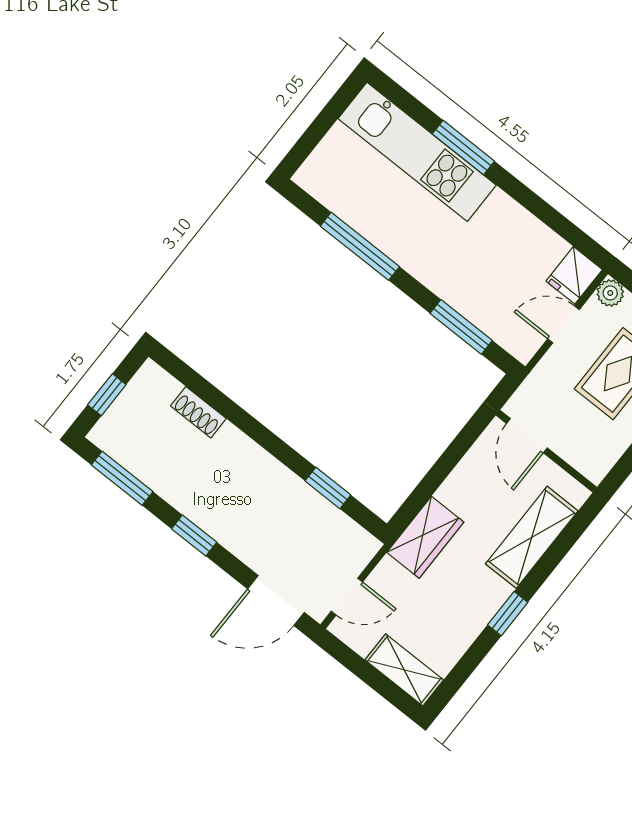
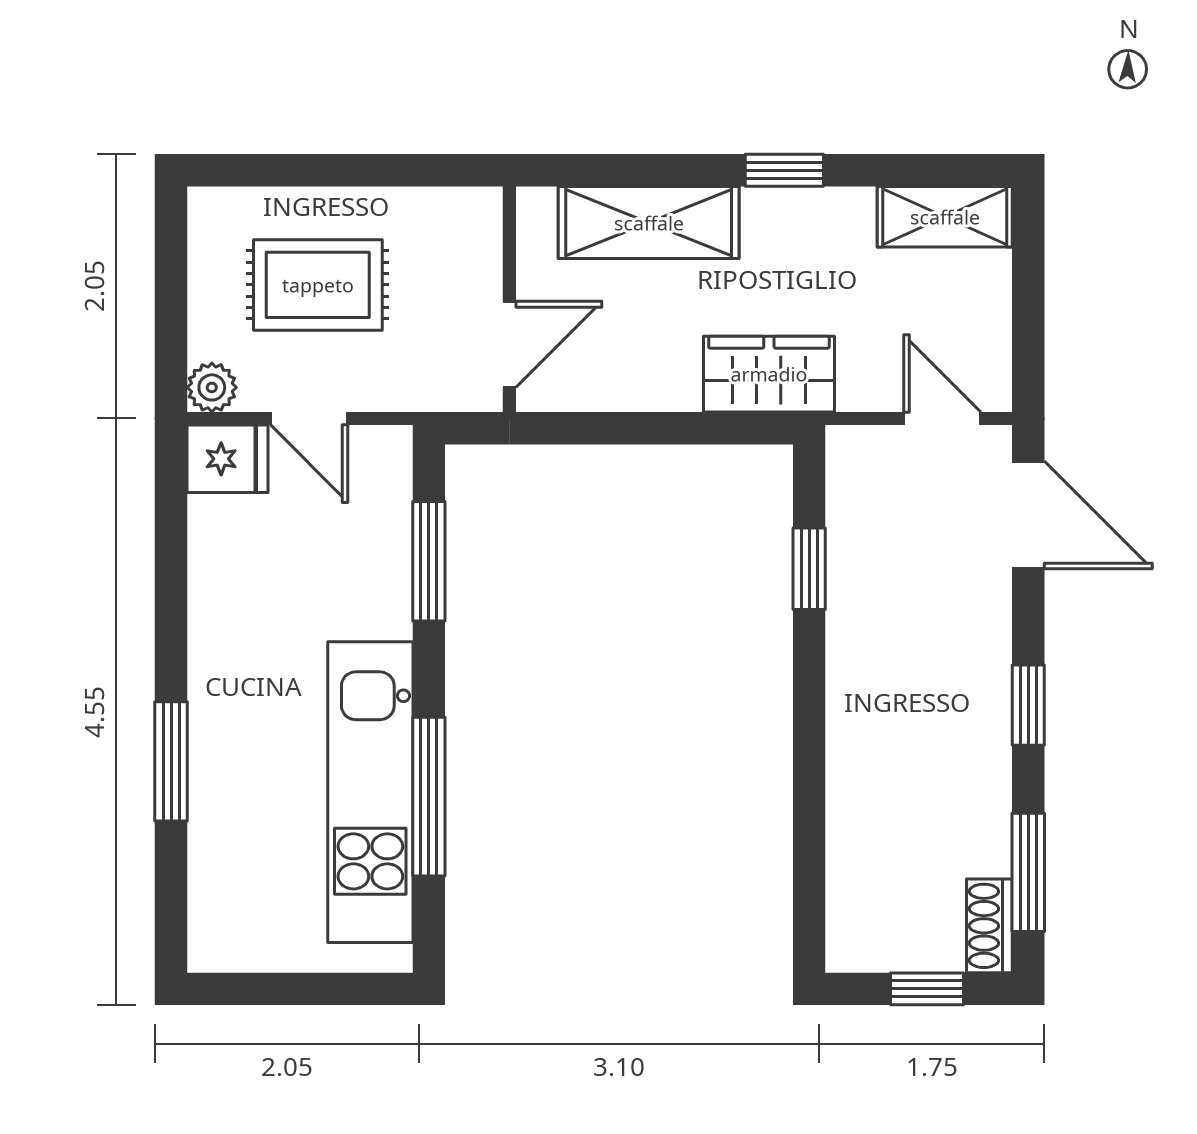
kitchen unit: (417, 152) -> (370, 792), moved, turned 180
shoe rack: (198, 412) -> (989, 926), moved, turned 180
shelving: (404, 670) -> (945, 217), moved, turned 90

